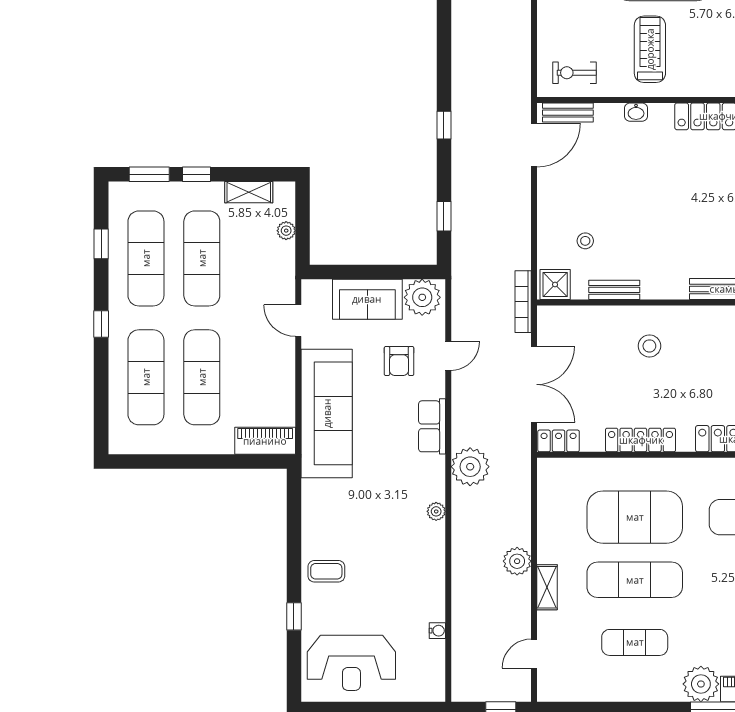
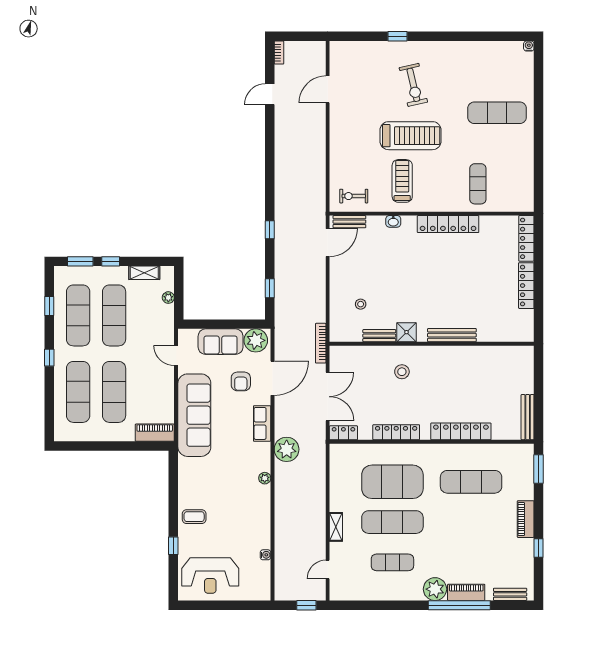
shower: (555, 285) -> (407, 332), moved
door: (448, 356) -> (272, 378), width x1.88
plant: (517, 561) -> (317, 510), removed

